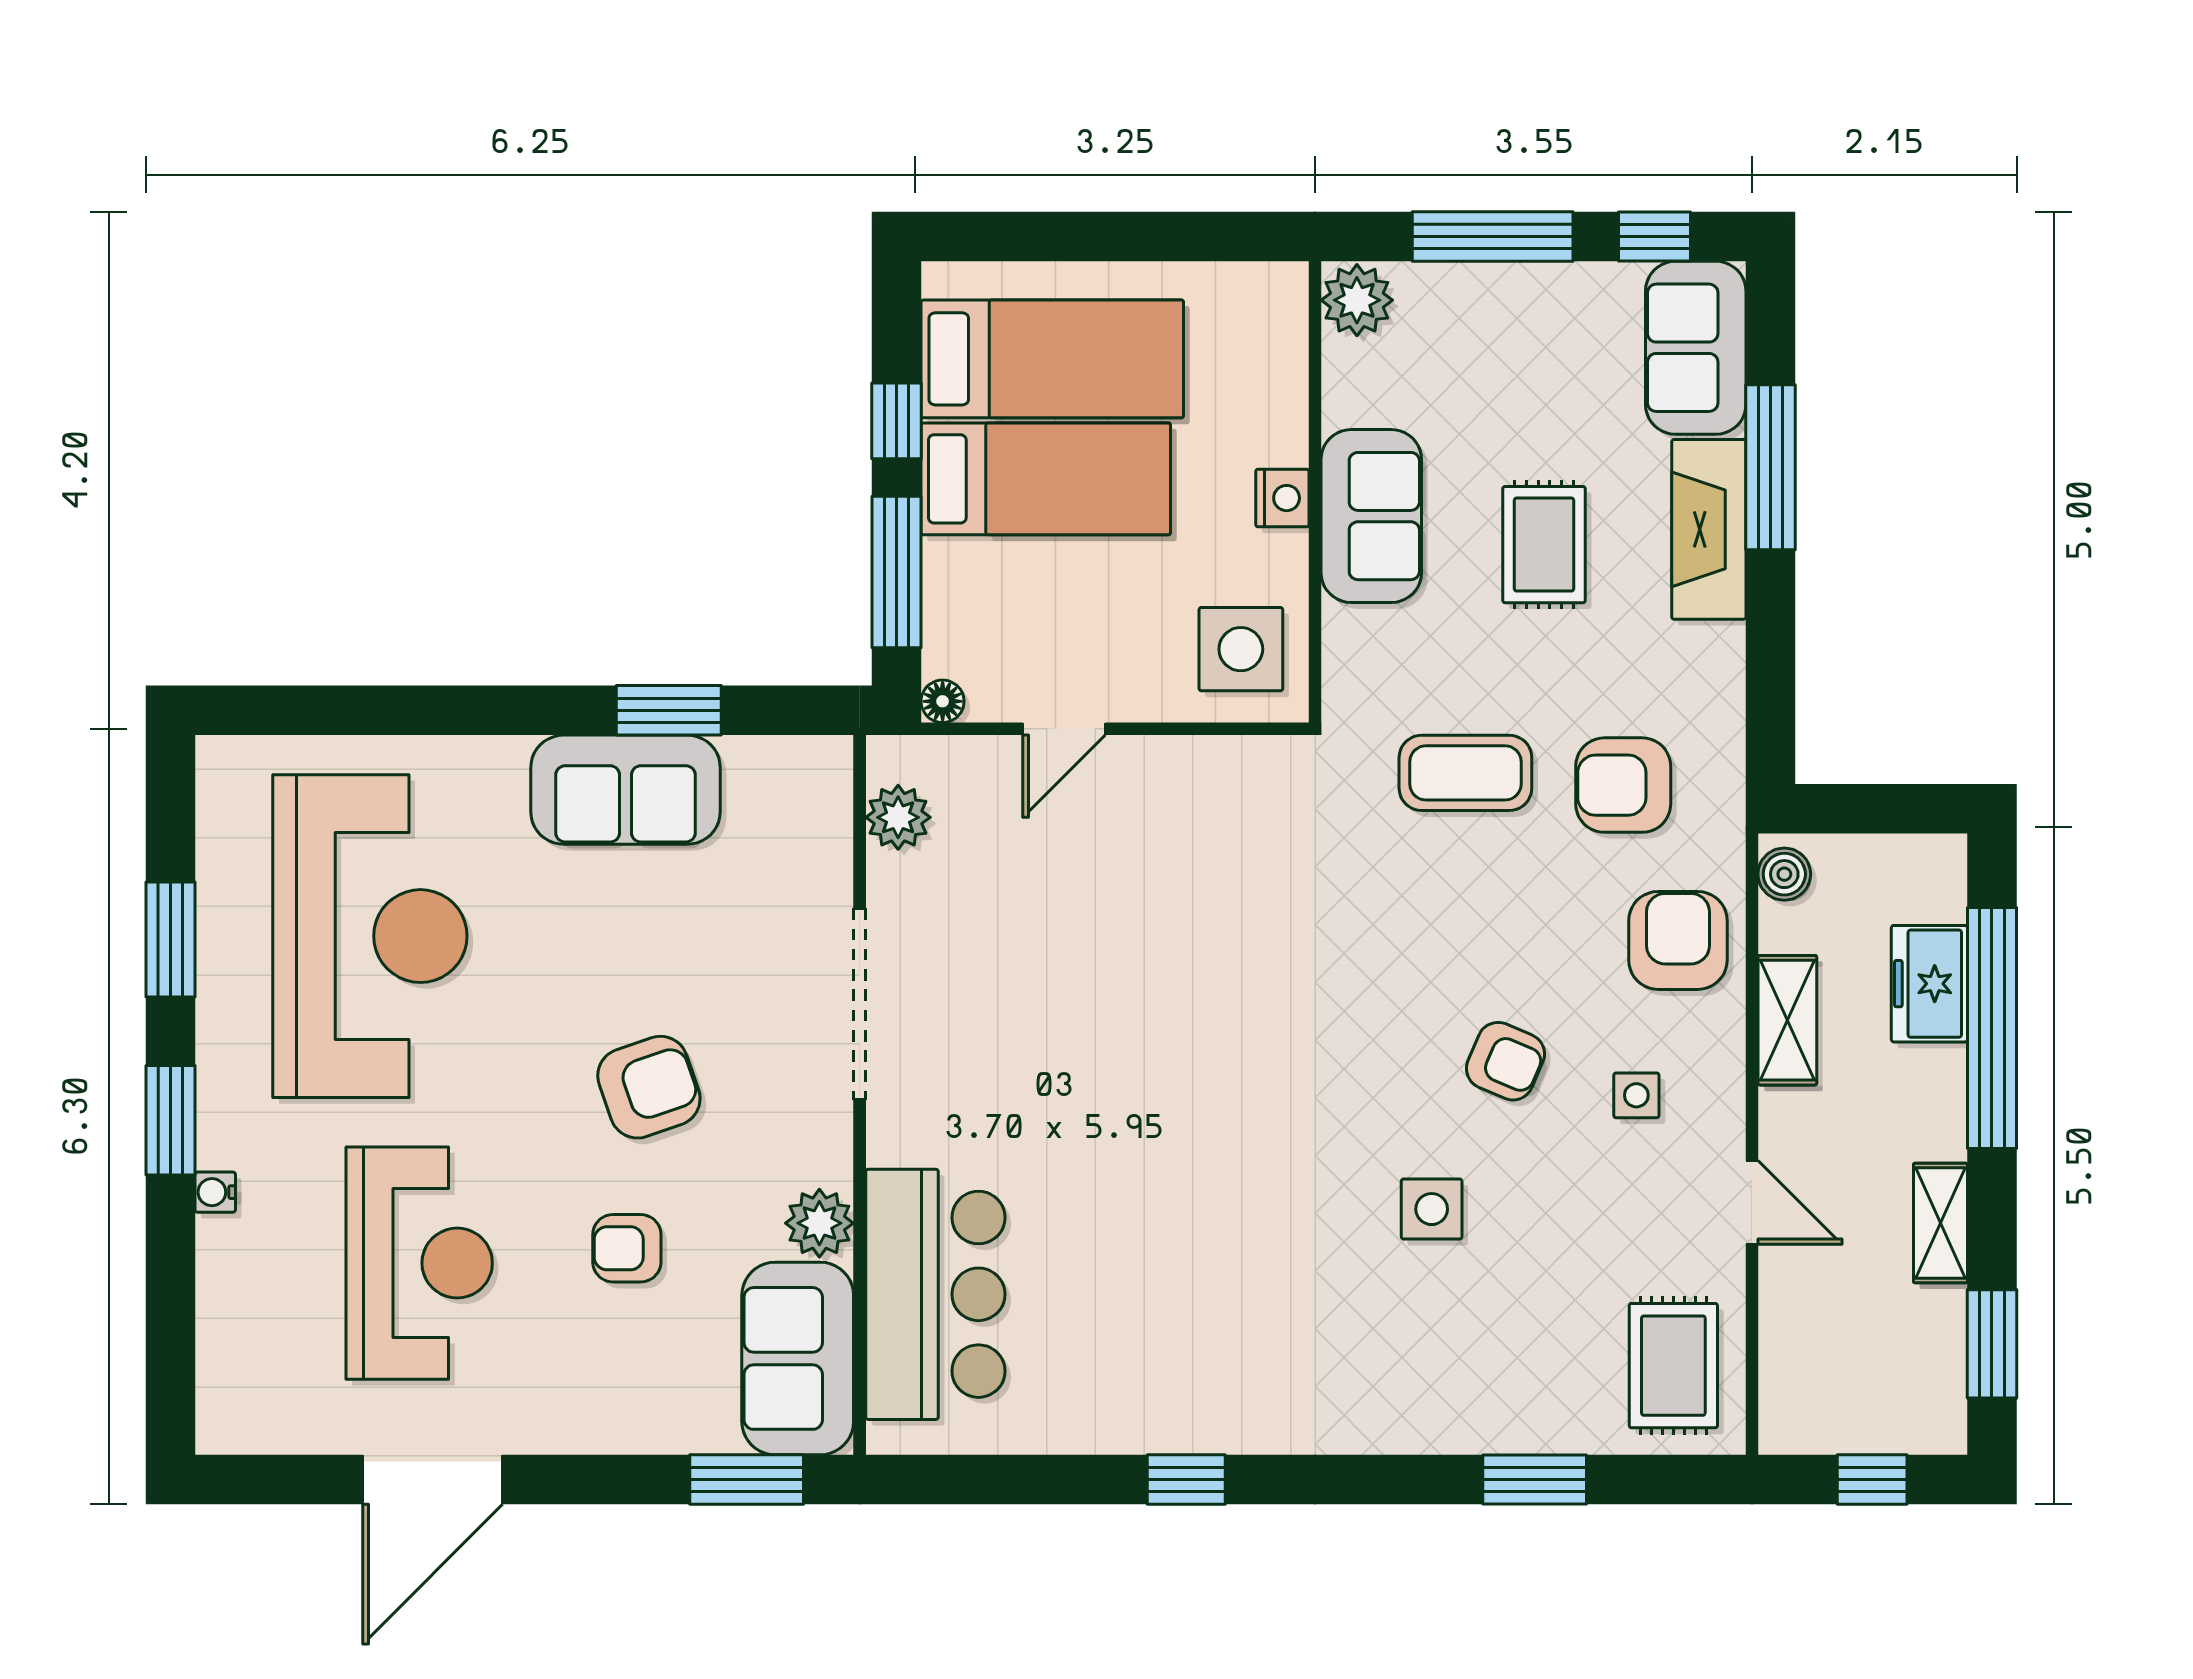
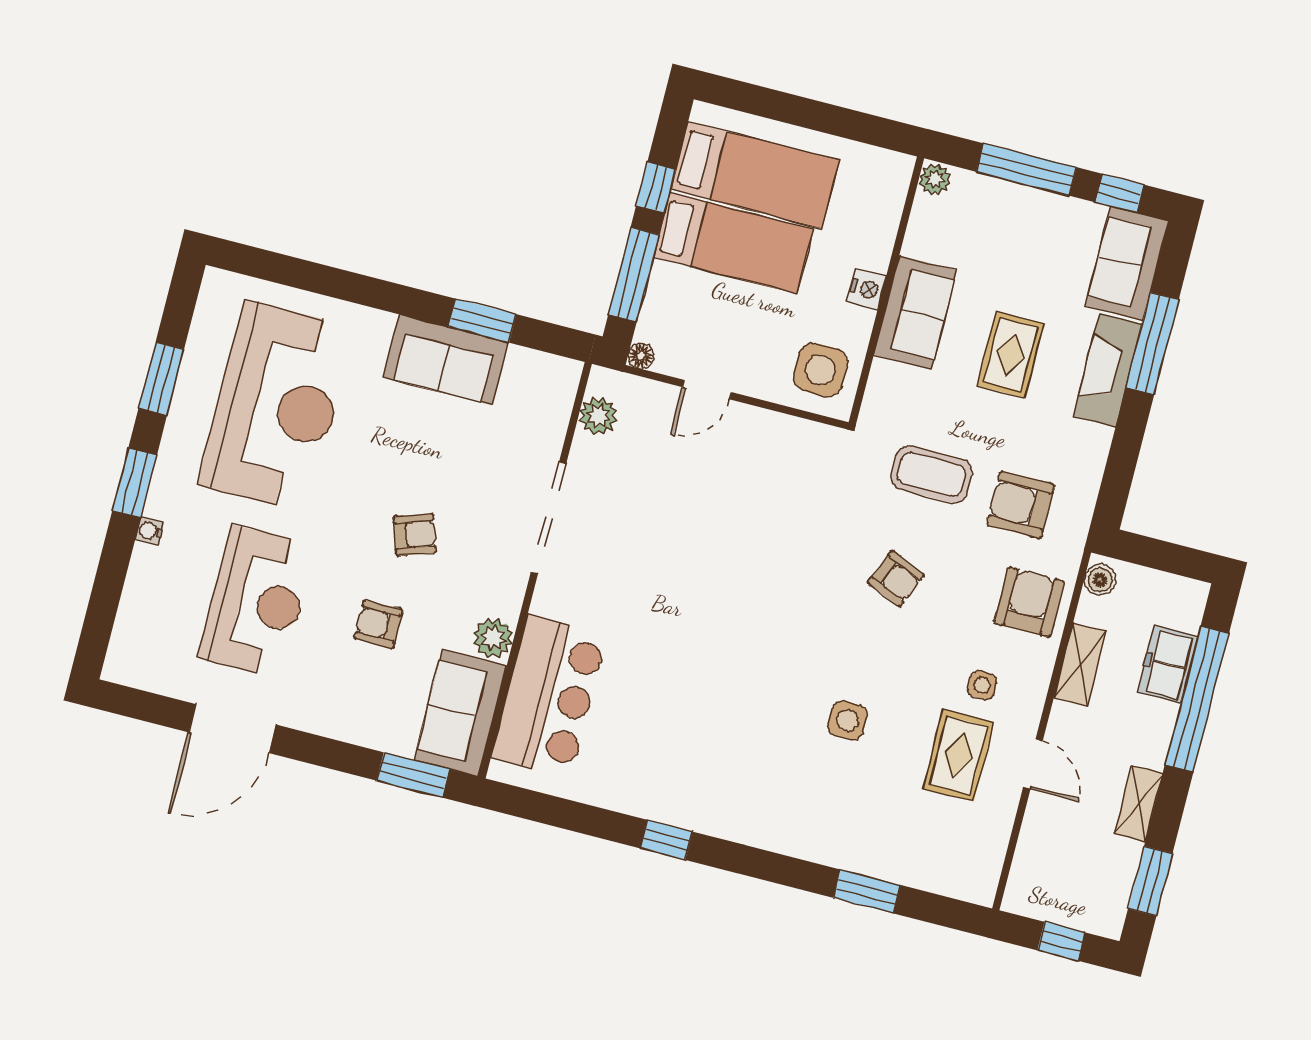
plant: (1357, 300) -> (935, 179), width x0.73, depth x0.73
armchair: (1505, 1061) -> (896, 579), moved
armchair: (649, 1087) -> (415, 535), width x0.72, depth x0.72
rug: (1673, 1366) -> (958, 755), moved

